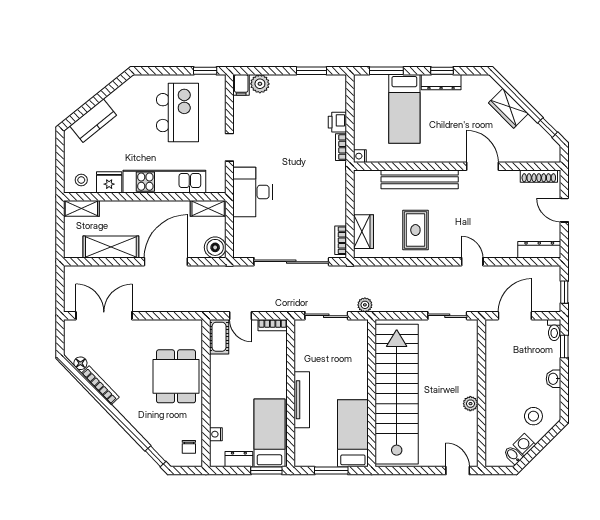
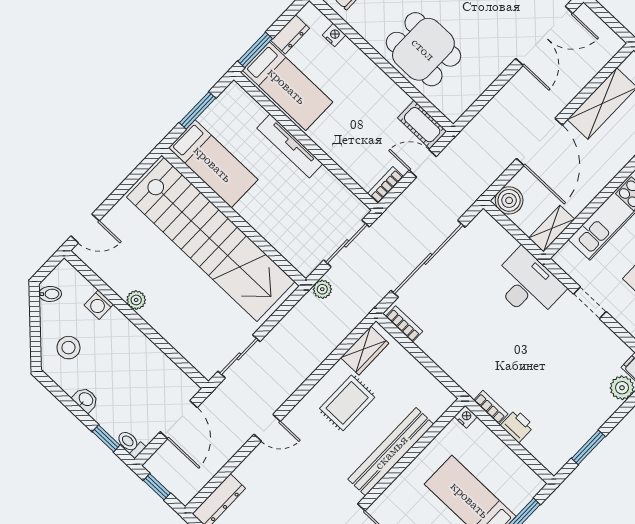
rug: (415, 230) -> (347, 403), turned 90
wardrobe: (363, 232) -> (365, 350), moved, turned -90
washing machine: (524, 445) -> (99, 305), moved, turned 135

